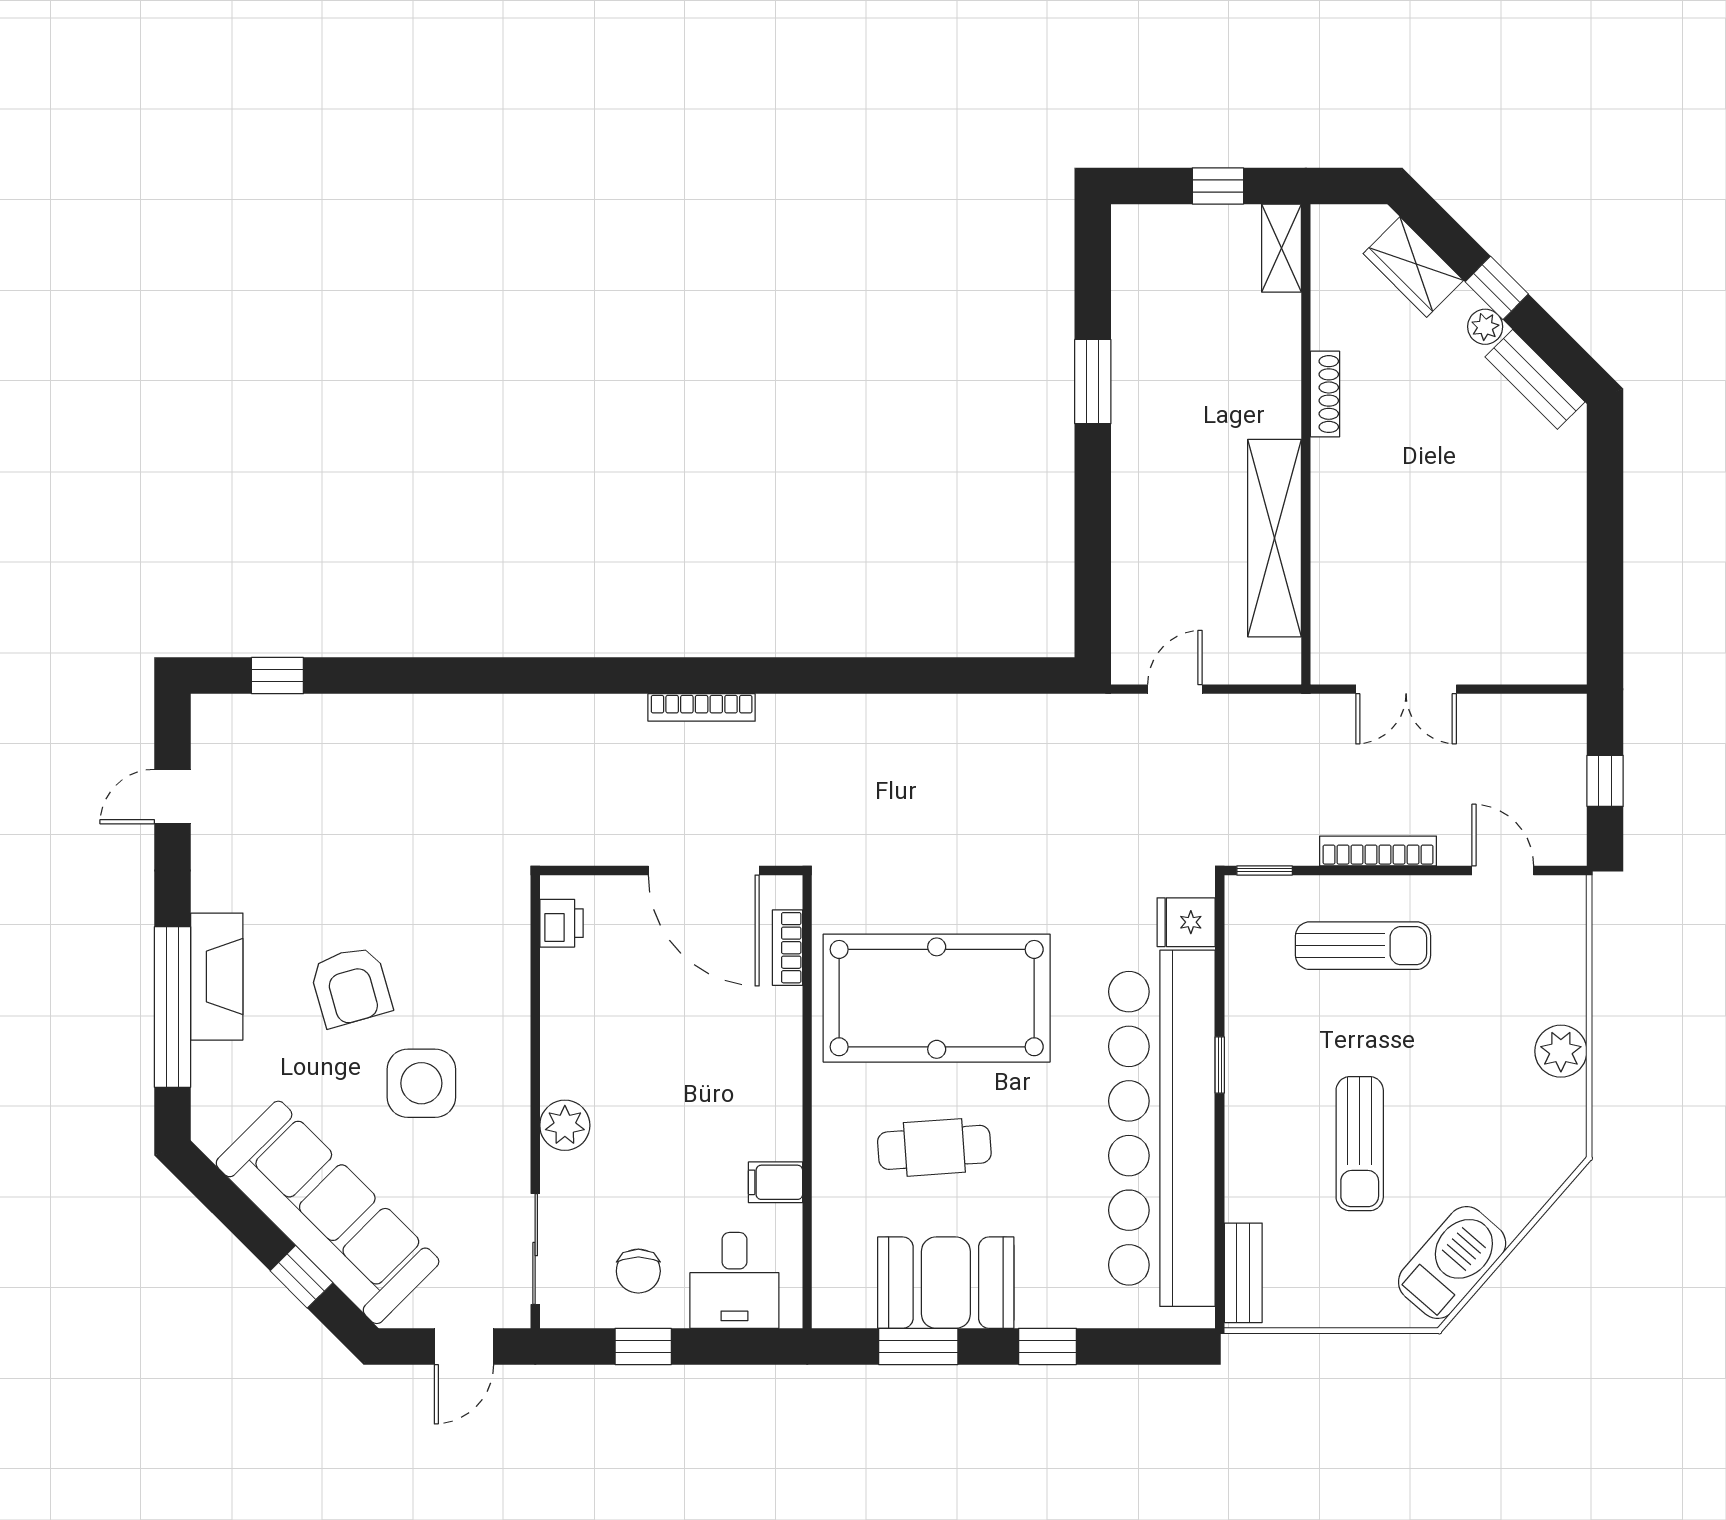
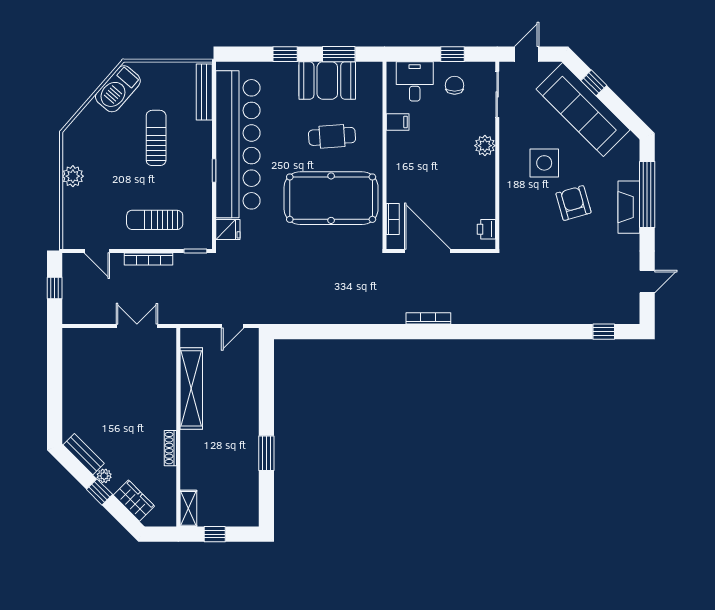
bench: (1243, 1273) -> (204, 92), width x1.36

